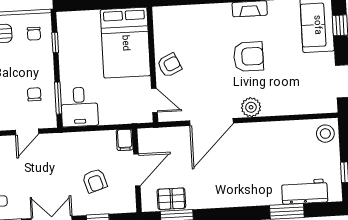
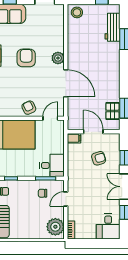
door: (27, 132) -> (66, 199), swing flipped

